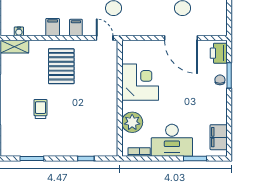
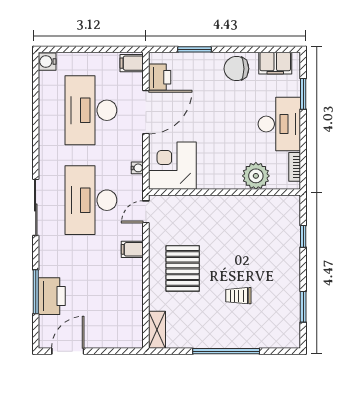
filing cabinet: (53, 27) -> (132, 63), moved
water cooler: (19, 31) -> (137, 168), moved
printer: (219, 53) -> (160, 77), moved, turned -90
pallet: (61, 66) -> (183, 268), turned 90
chair: (220, 80) -> (236, 69), moved, width x1.87, depth x1.87
corner desk: (140, 82) -> (172, 166), moved

